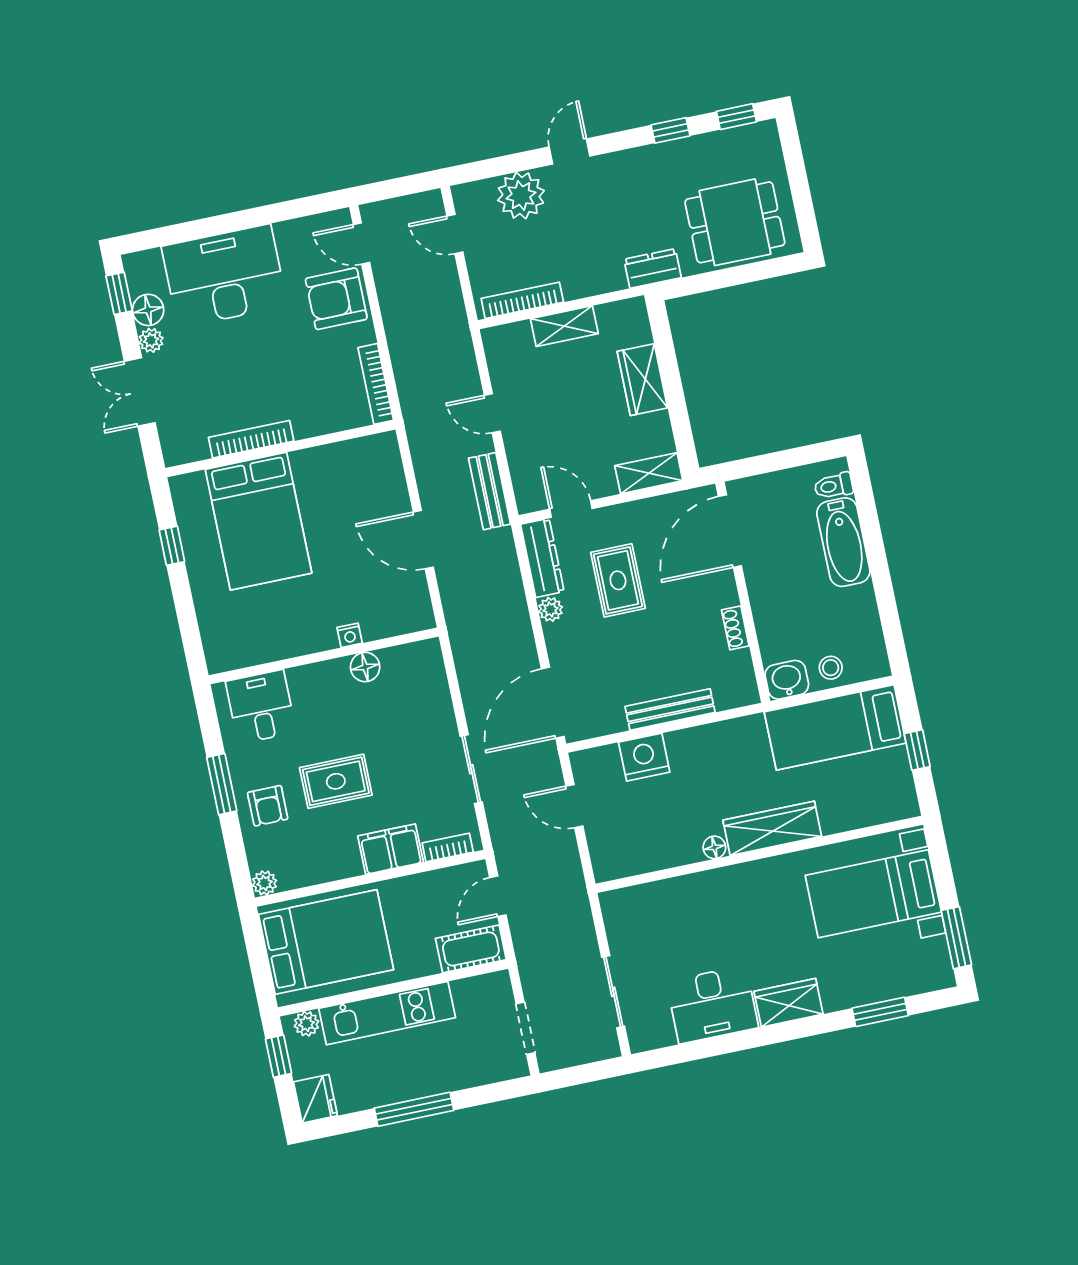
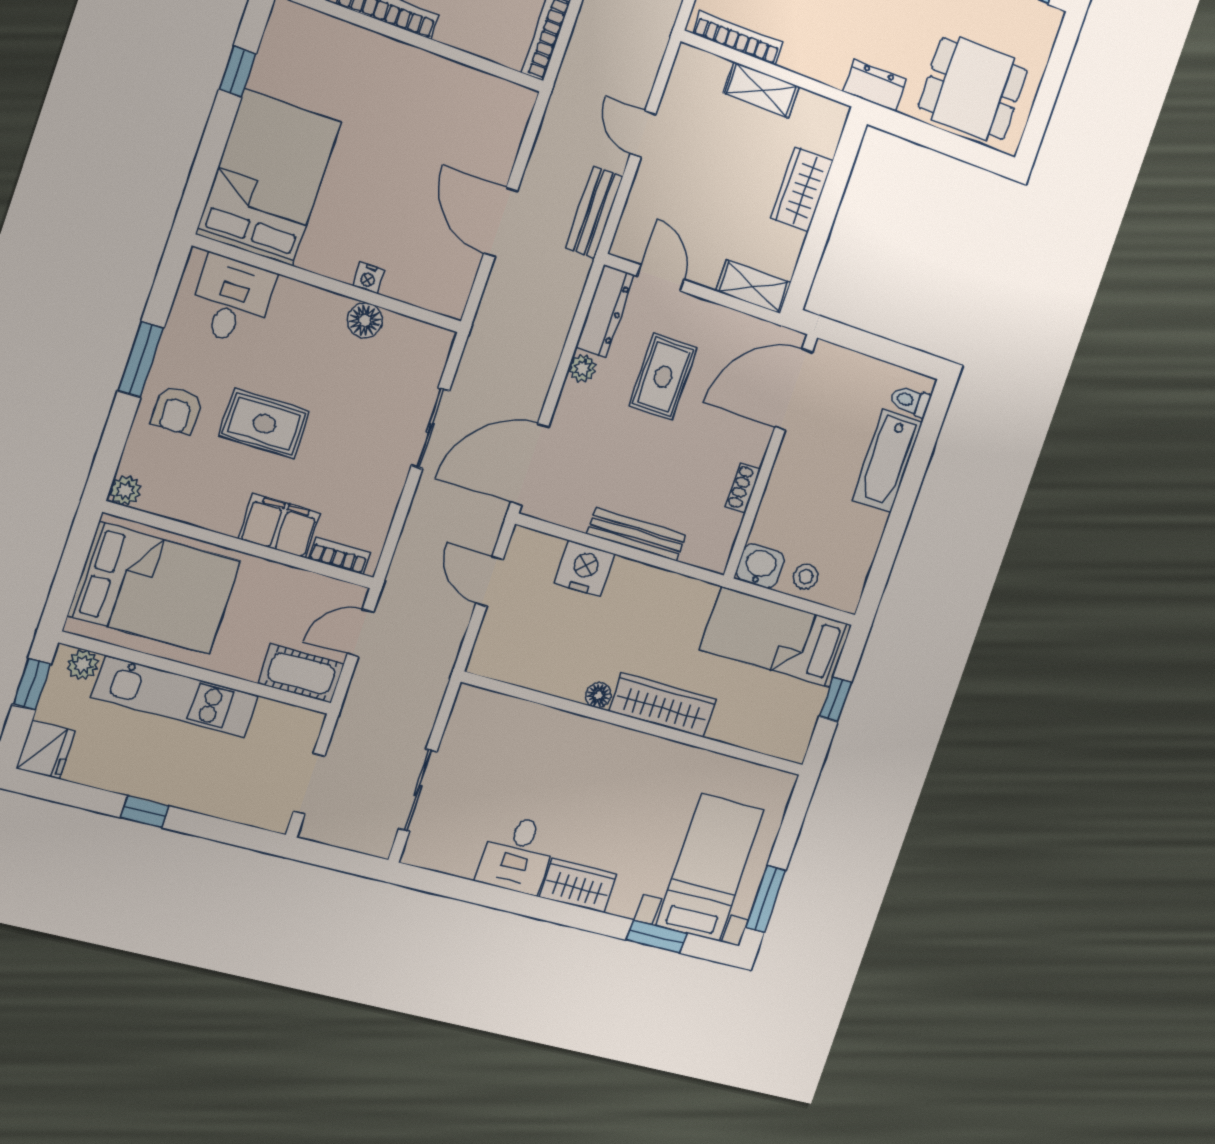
bed: (258, 521) -> (269, 178), moved, turned 180
sliding door: (471, 769) -> (430, 428), moved
bed with nightstands: (873, 894) -> (710, 867), moved, turned 90
desk: (712, 1005) -> (517, 854), width x0.73
window: (414, 1109) -> (145, 812), width x0.46

